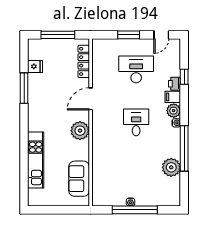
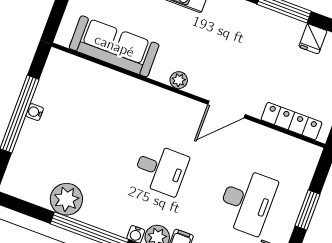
door: (91, 99) -> (227, 109), swing flipped
plant: (80, 131) -> (179, 80), width x0.53, depth x0.53
sofa: (79, 179) -> (114, 46), width x1.36

